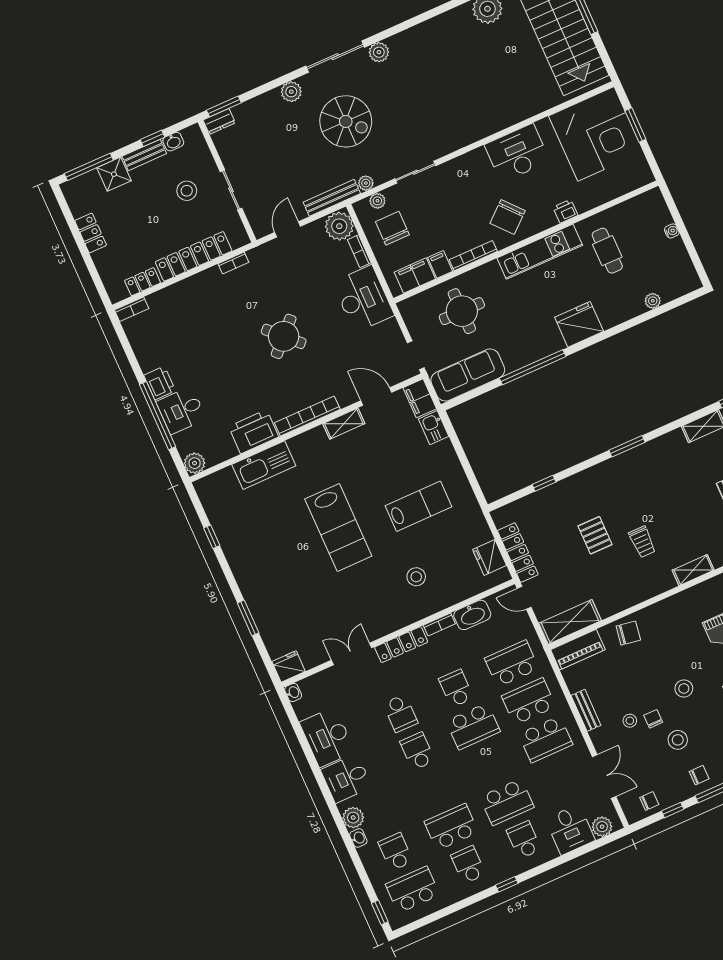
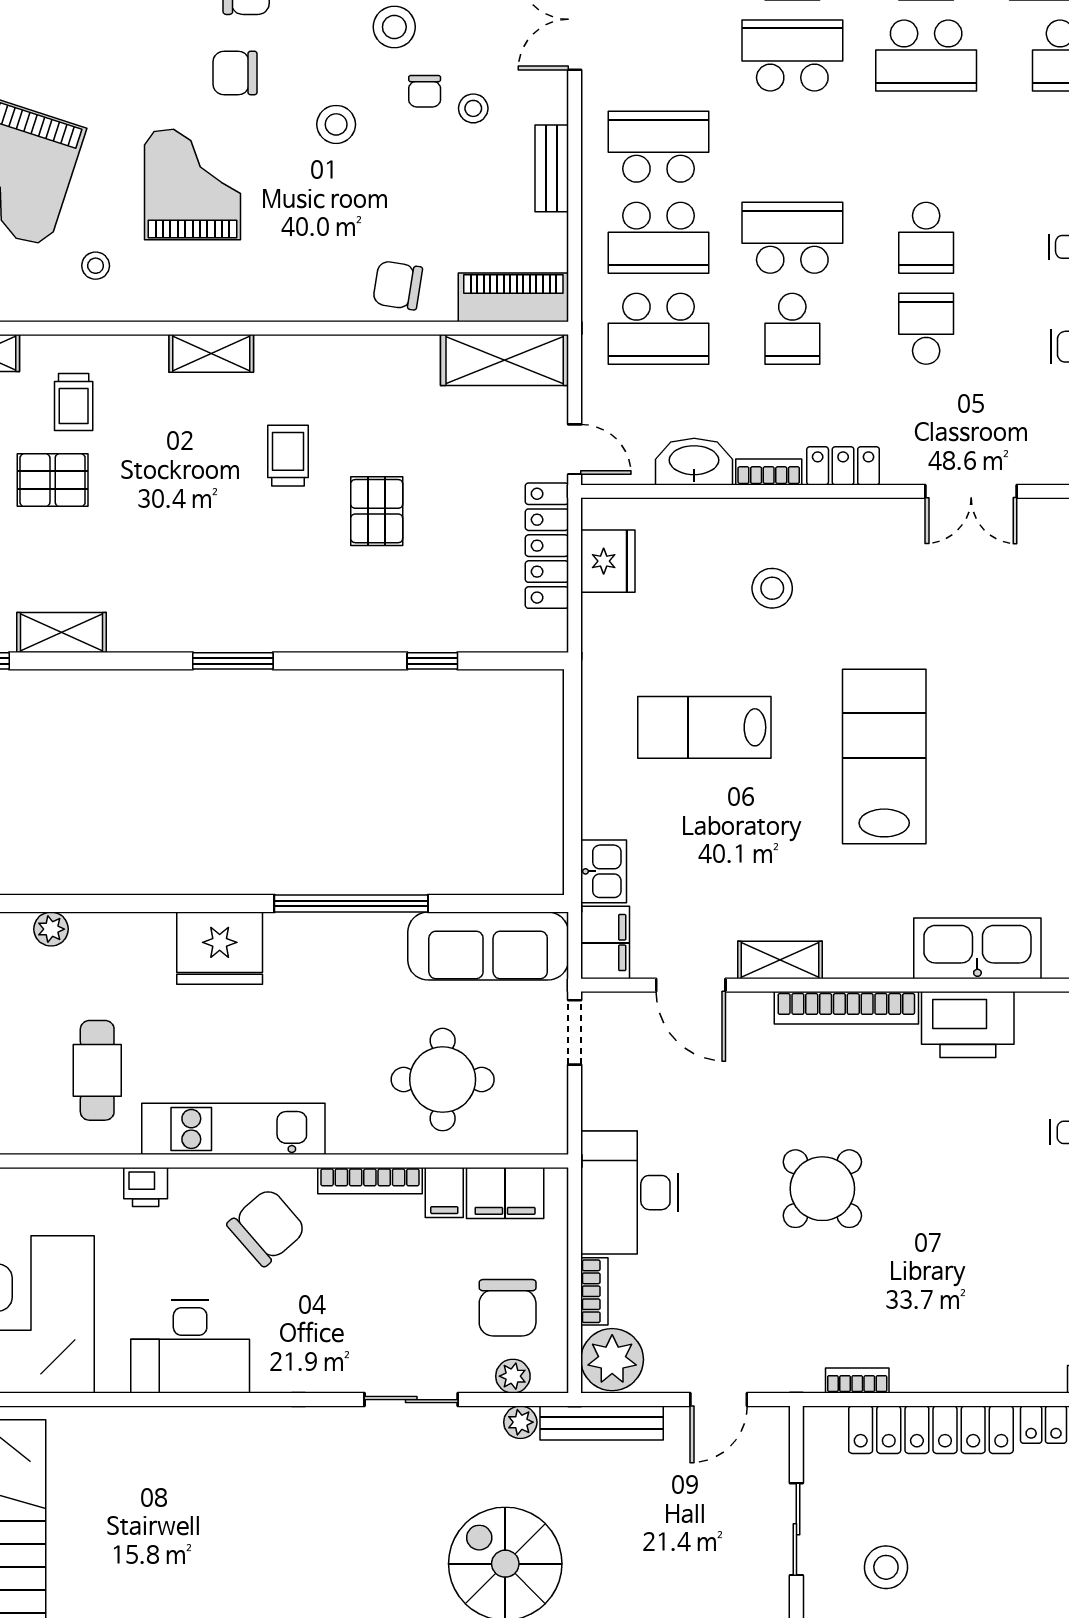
locker: (401, 645) -> (843, 466), width x0.66

